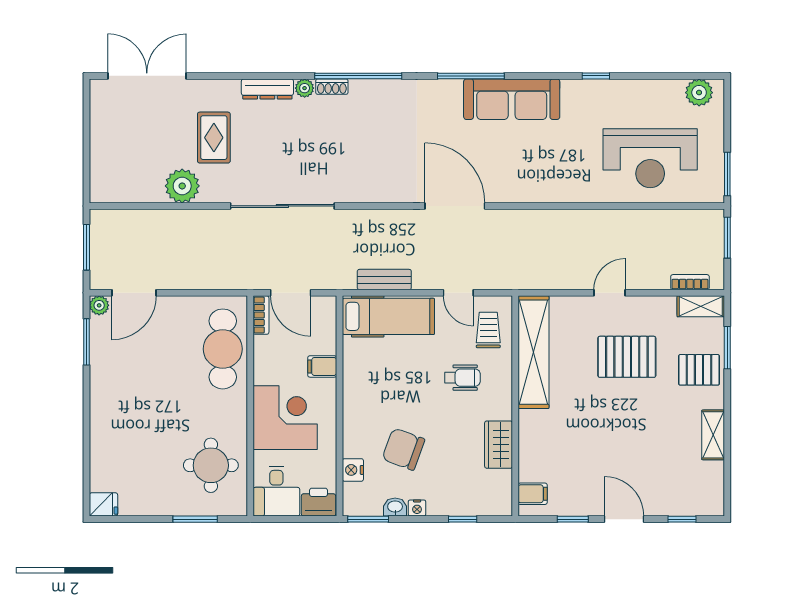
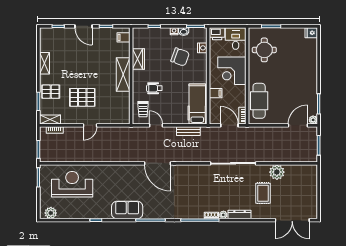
sofa: (512, 99) -> (127, 210), width x0.73
hospital bed: (388, 316) -> (197, 104), moved, turned 90
shelving: (534, 352) -> (123, 74), moved, width x0.68

